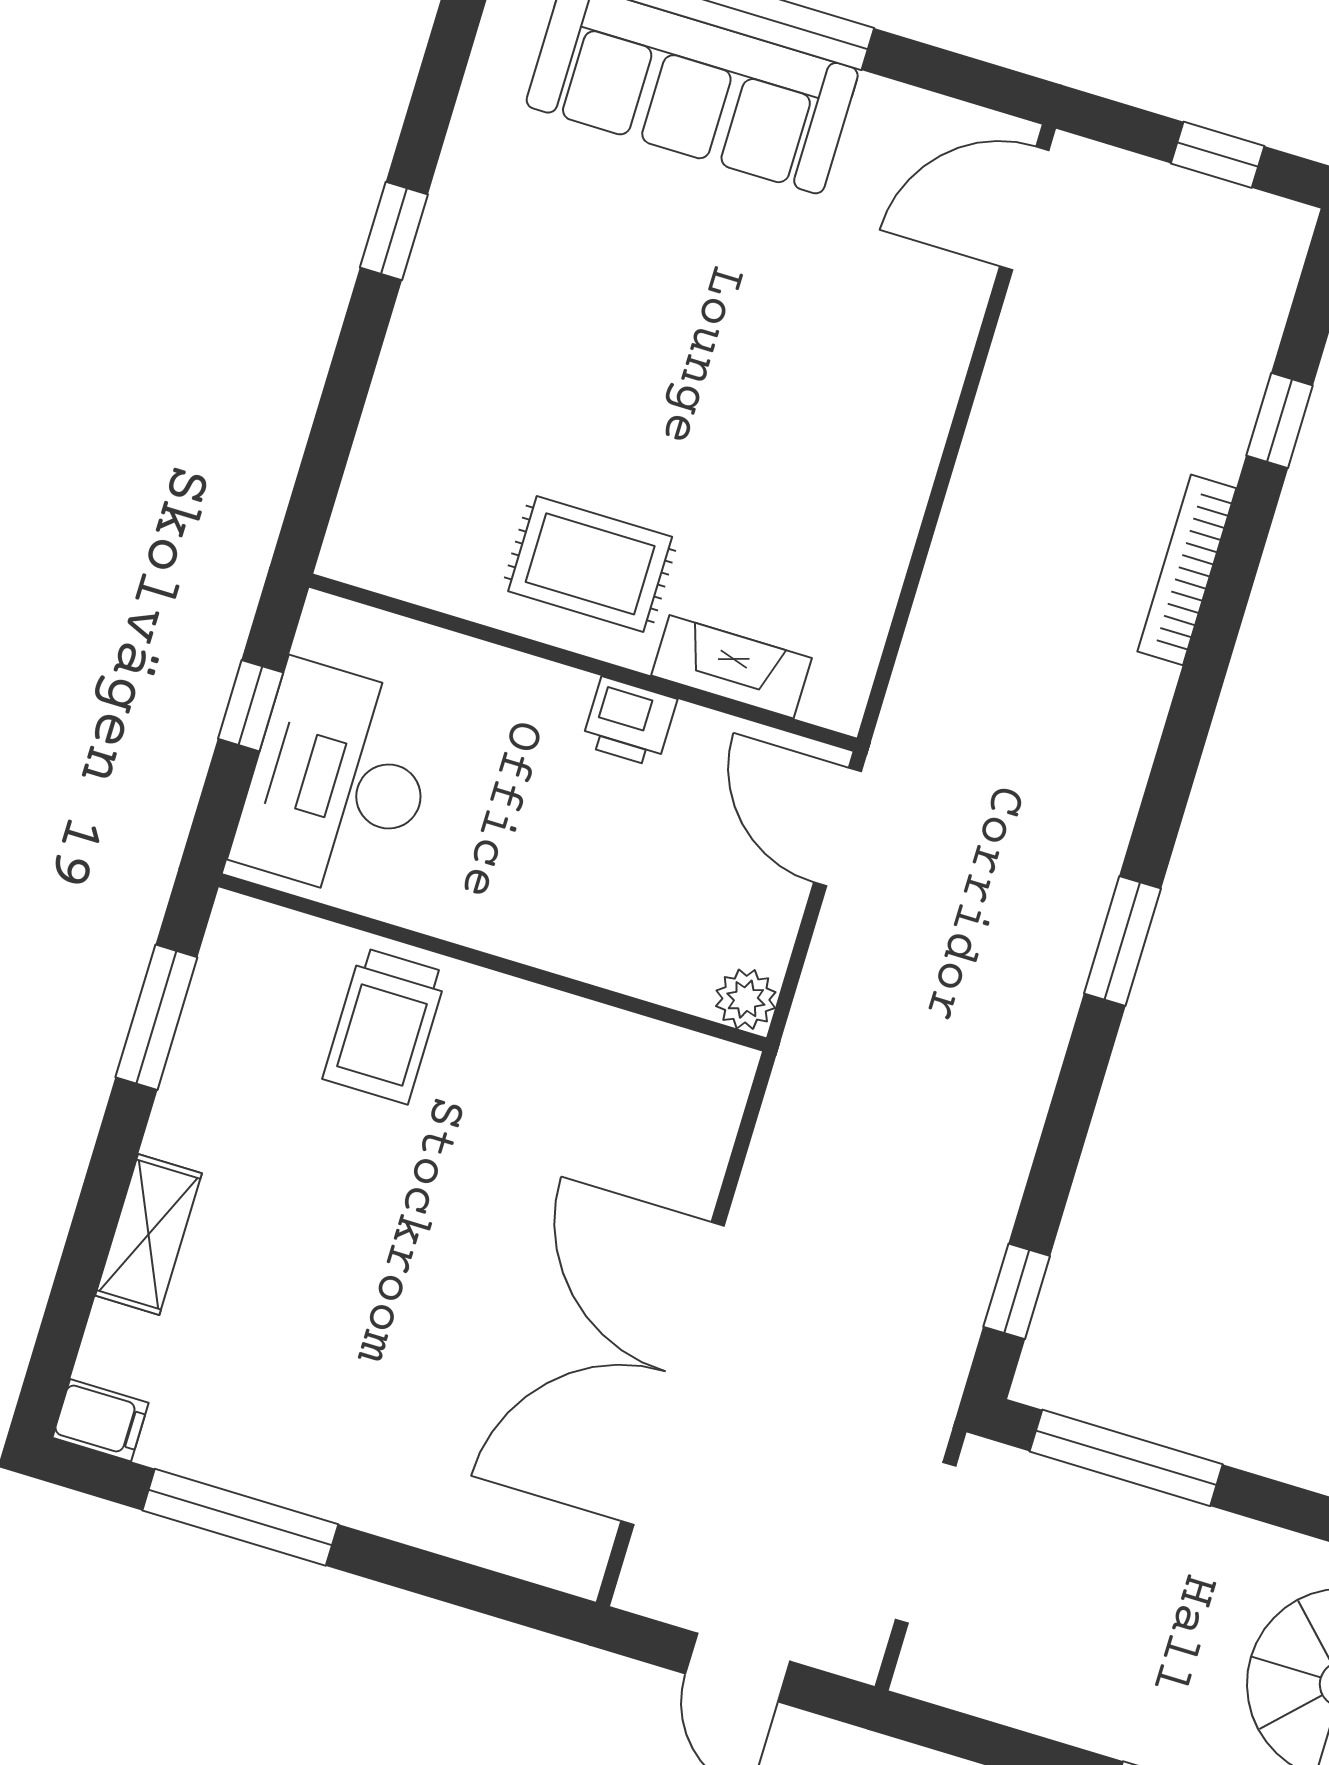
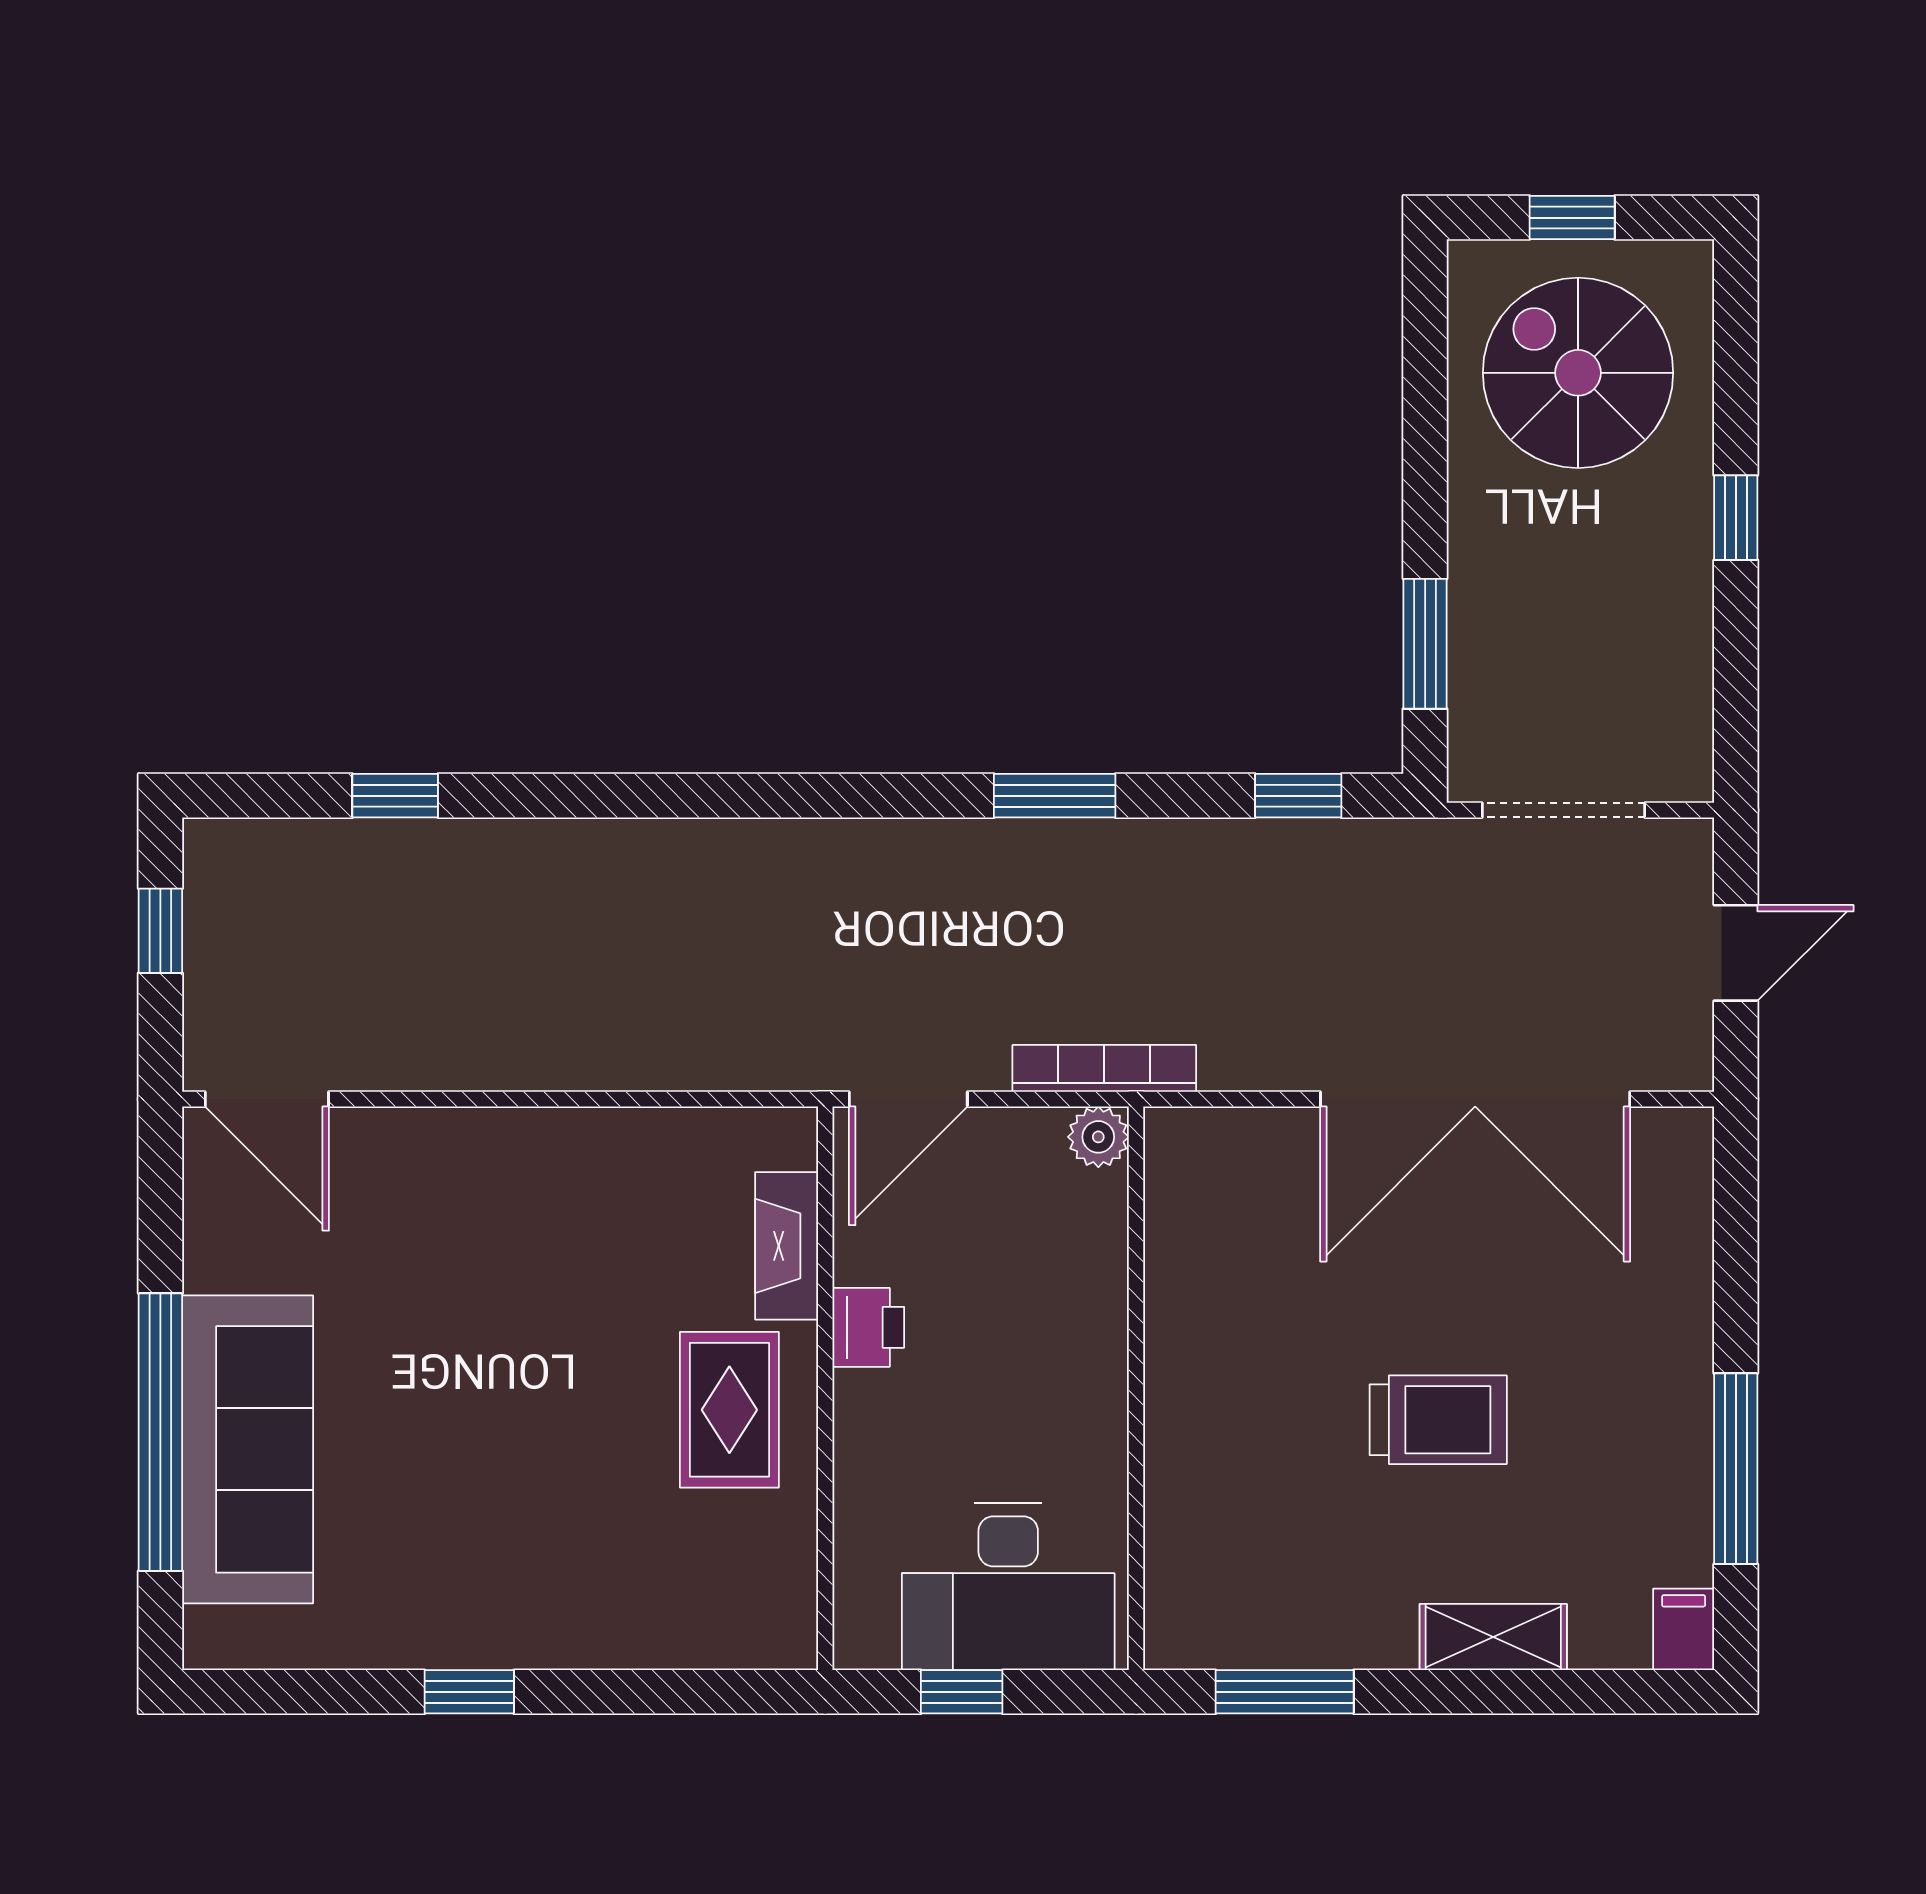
bookcase: (1187, 570) -> (1104, 1068), moved, turned 180
window: (1122, 941) -> (1055, 796), moved
trolley: (385, 1026) -> (1438, 1420), moved
window: (1126, 1458) -> (1425, 644), width x0.69

